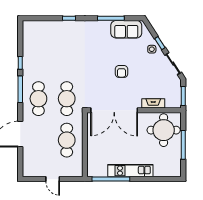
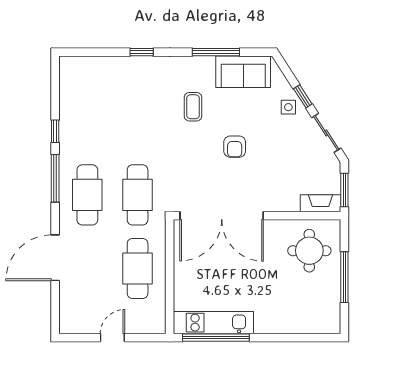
coffee table: (98, 49) -> (193, 107), added
fireplace: (153, 103) -> (320, 203), moved
round table: (164, 130) -> (309, 251), width x0.73, depth x0.73
kitchen unit: (130, 171) -> (213, 323), moved
door: (53, 179) -> (112, 338), swing flipped

